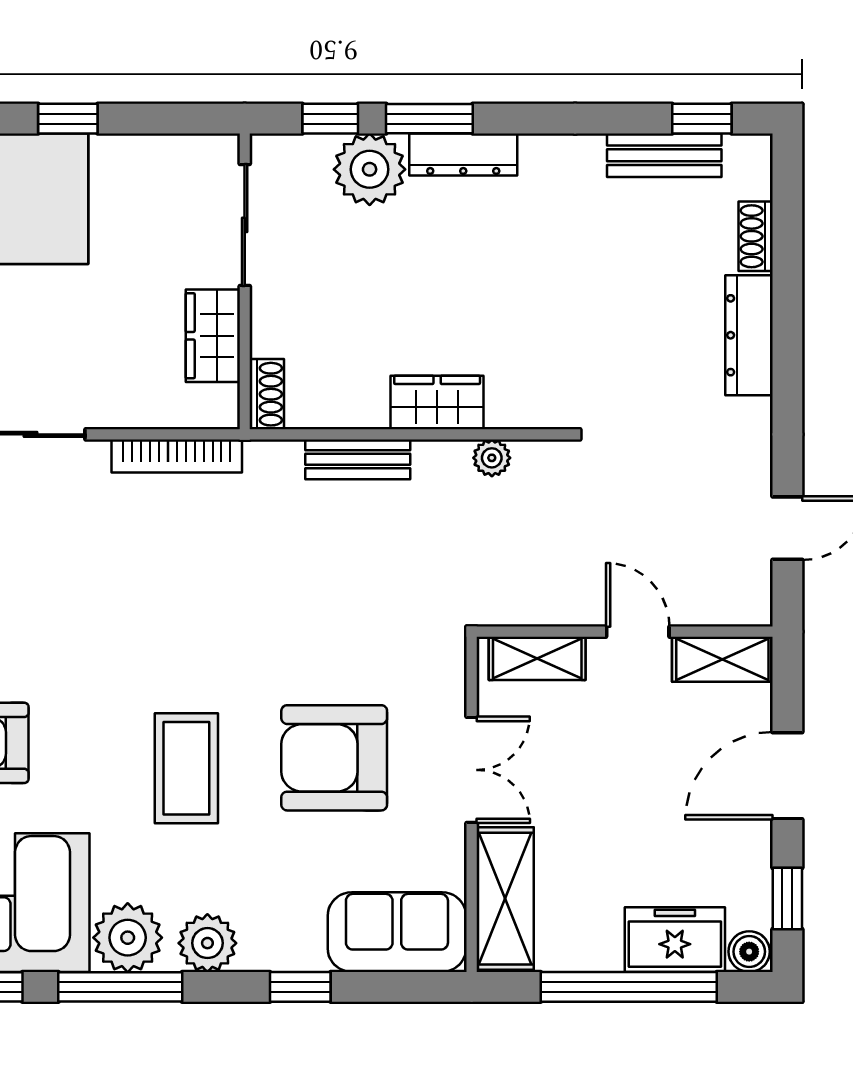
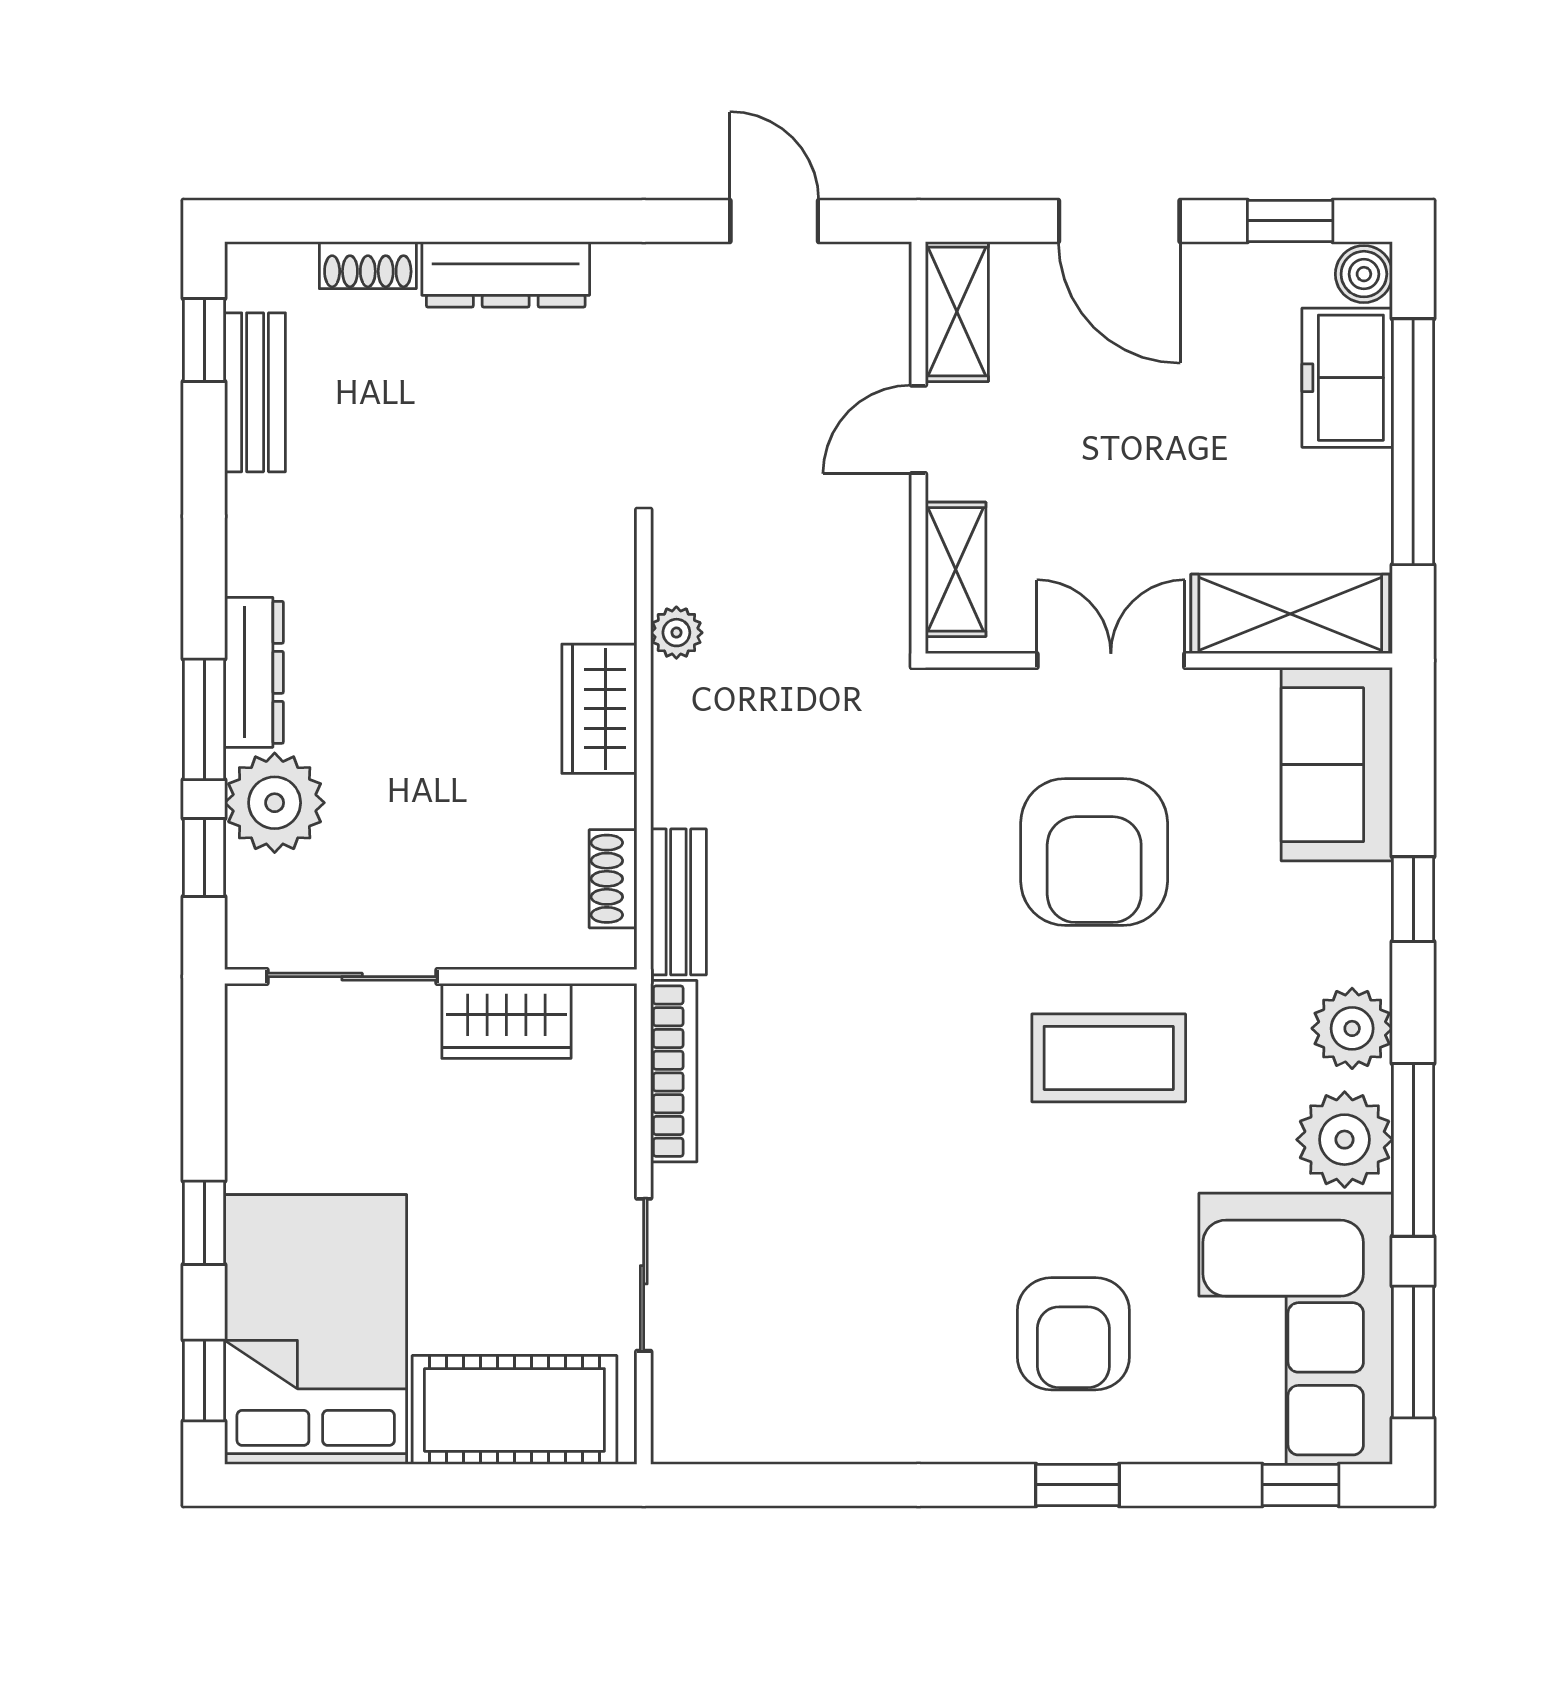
shoe rack: (267, 394) -> (613, 879), moved, turned -90
bench: (358, 459) -> (678, 902), moved

